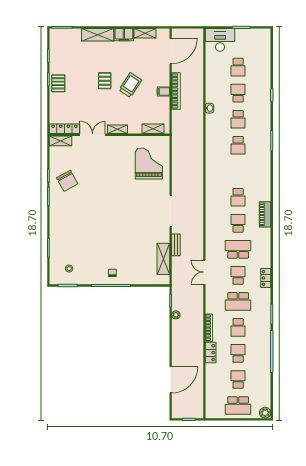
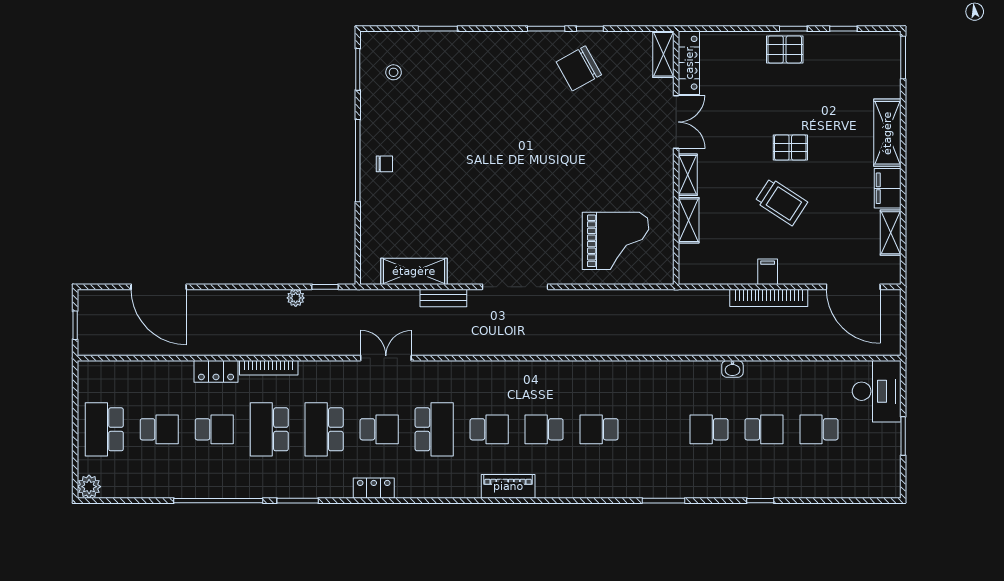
shelving: (153, 129) -> (689, 220), moved
school desk: (238, 145) -> (599, 429), moved
school desk: (238, 327) -> (269, 429), width x1.85

